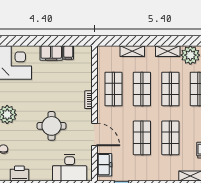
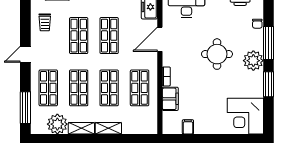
shelving: (132, 51) -> (108, 128), moved
filing cabinet: (51, 53) -> (170, 99), moved, turned 90
round table: (52, 126) -> (217, 54), moved
door: (94, 134) -> (160, 39), hinge flipped

